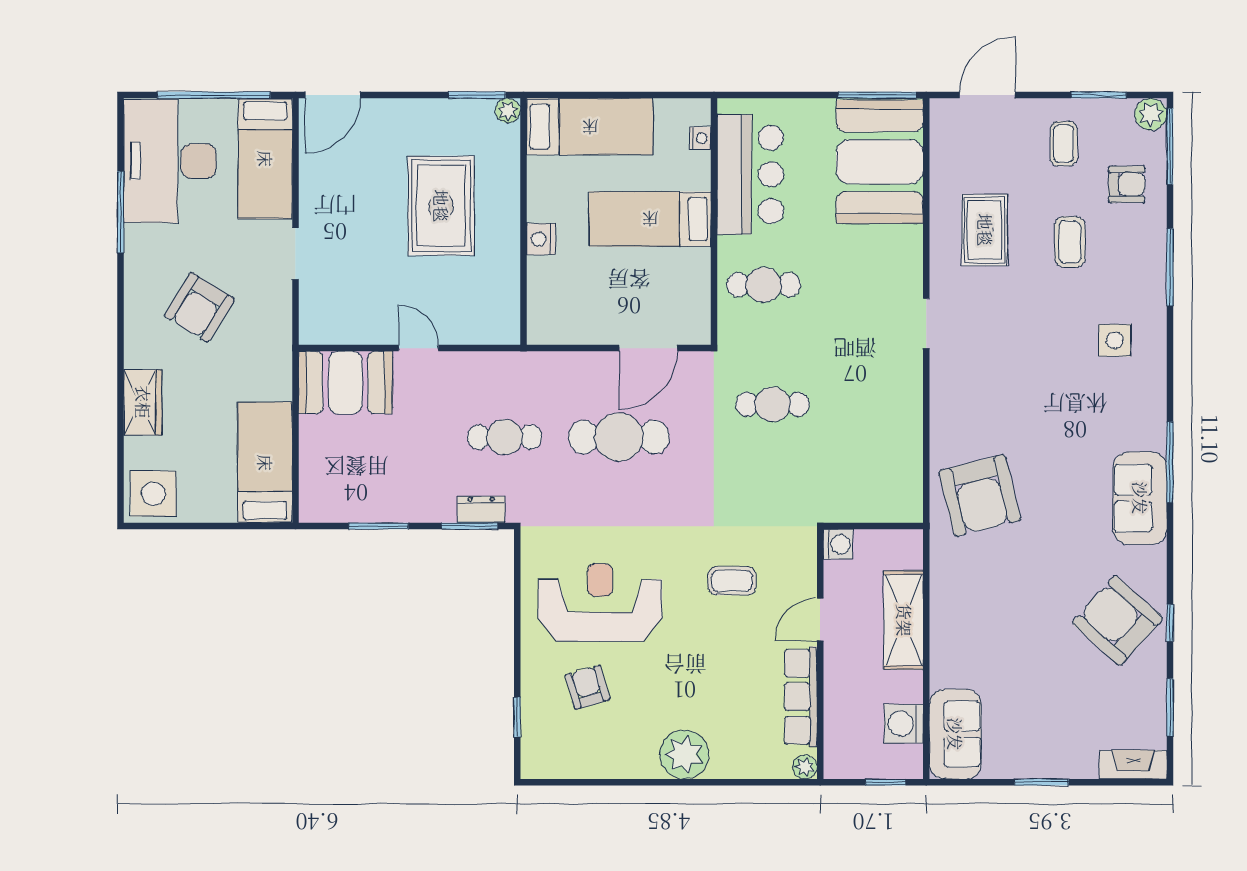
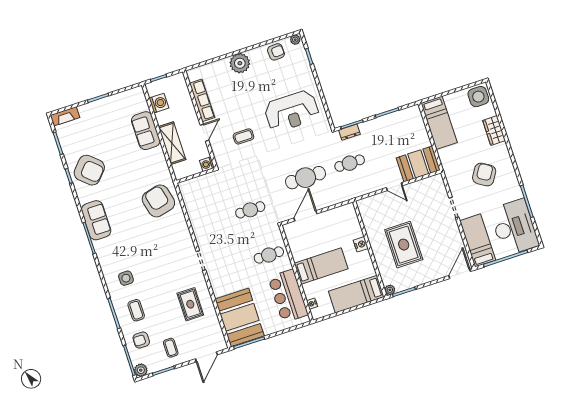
coffee table: (1070, 242) -> (136, 310), moved
armchair: (587, 687) -> (276, 52), moved, turned -77
sofa: (955, 734) -> (146, 131), moved
plant: (805, 767) -> (295, 40), moved

